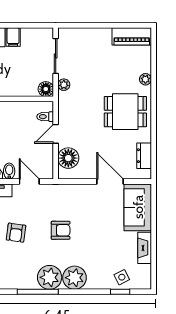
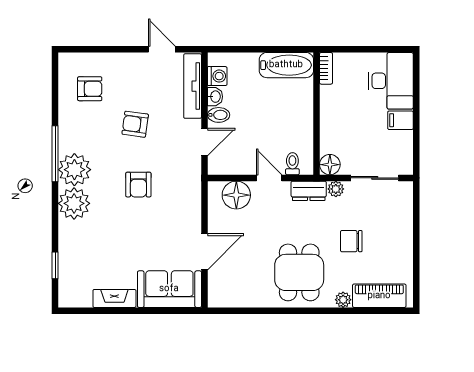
piano: (132, 36) -> (379, 296), moved, turned 90
chair: (102, 73) -> (351, 241), added
dresser: (144, 156) -> (309, 191), moved, turned 180
side table: (122, 277) -> (75, 268), removed

